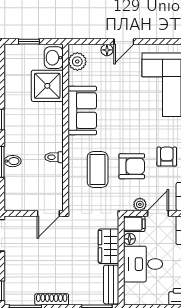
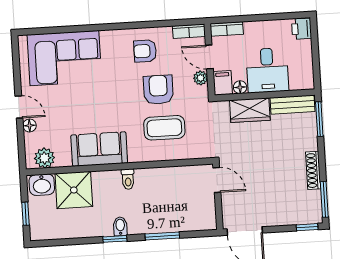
toilet: (54, 157) -> (128, 179), moved
bidet: (13, 161) -> (120, 226), moved

